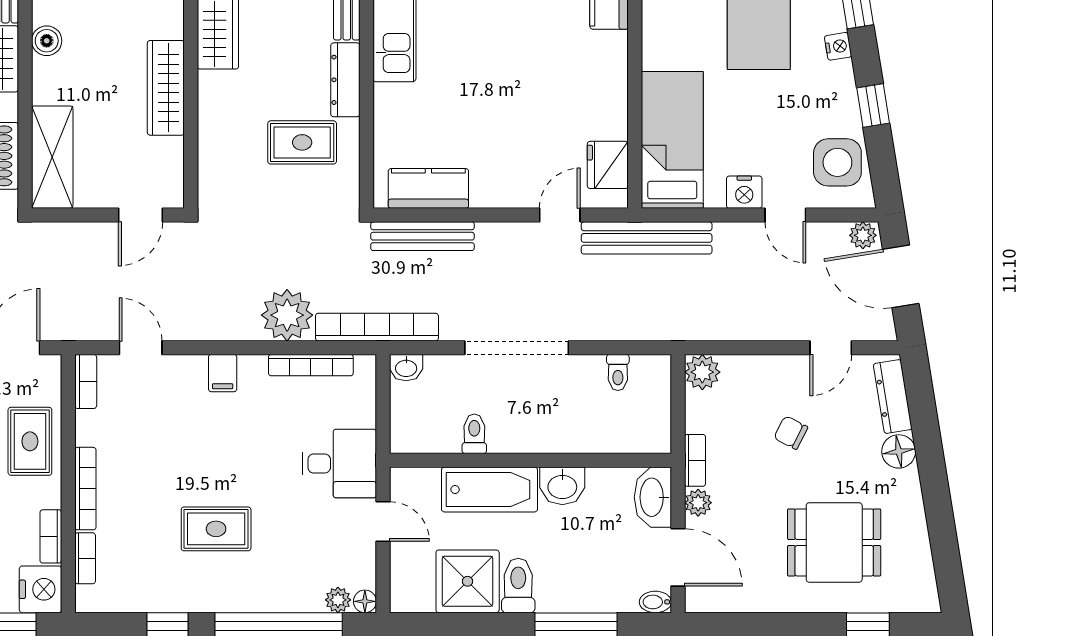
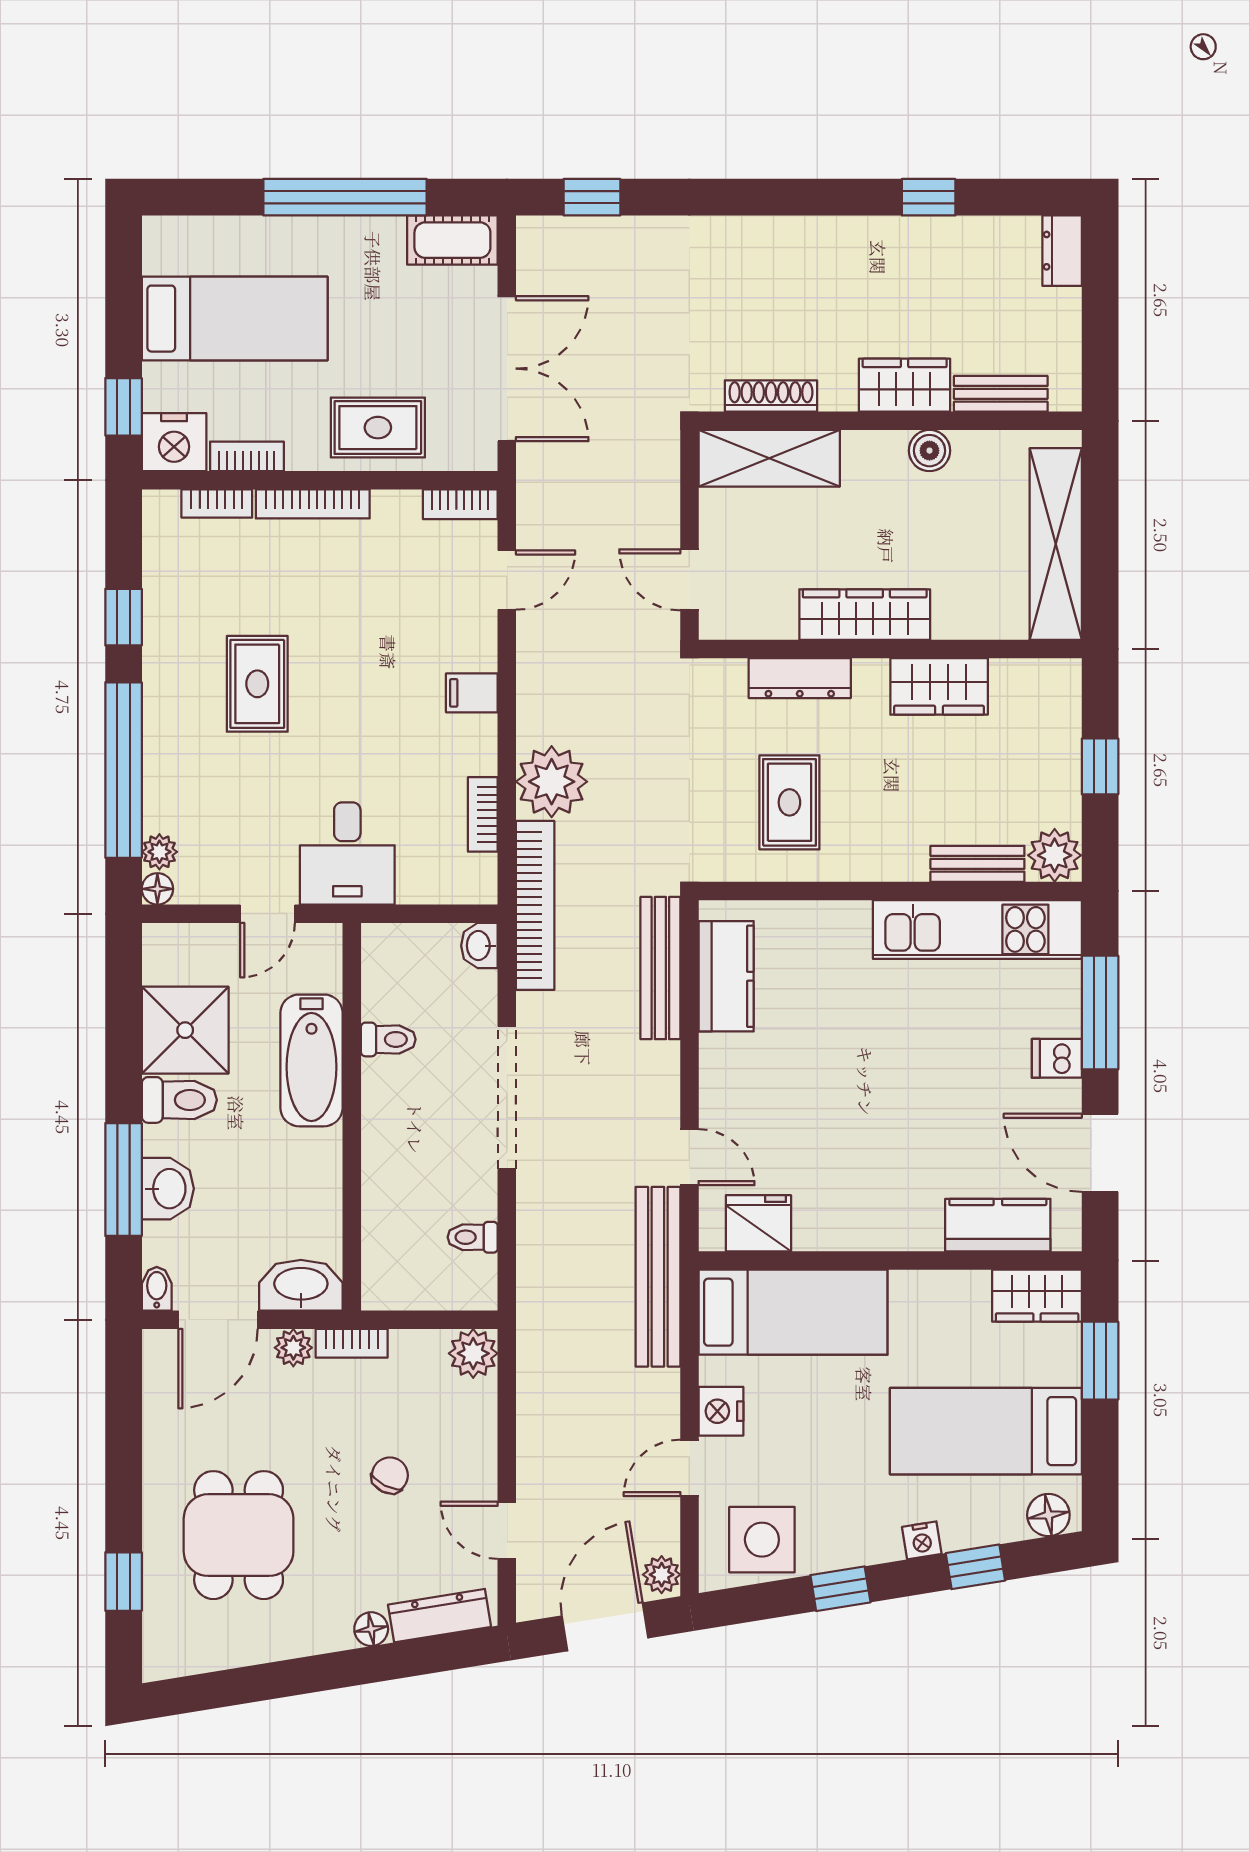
dresser: (345, 80) -> (800, 678), moved, turned 180
bookcase: (311, 365) -> (483, 814), width x0.64
floor lamp: (899, 451) -> (371, 1629), width x0.73, depth x0.73
washbasin: (562, 486) -> (168, 1189), moved, turned 180

